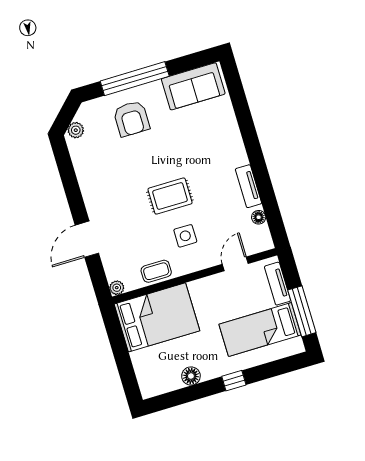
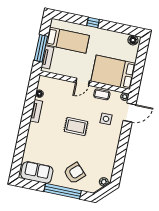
armchair: (131, 119) -> (74, 173), turned 46
side table: (185, 236) -> (106, 119), moved
door: (87, 239) -> (130, 113), moved
door: (235, 264) -> (83, 82), moved
window: (302, 311) -> (41, 48), moved
floor lamp: (191, 376) -> (133, 40), moved

